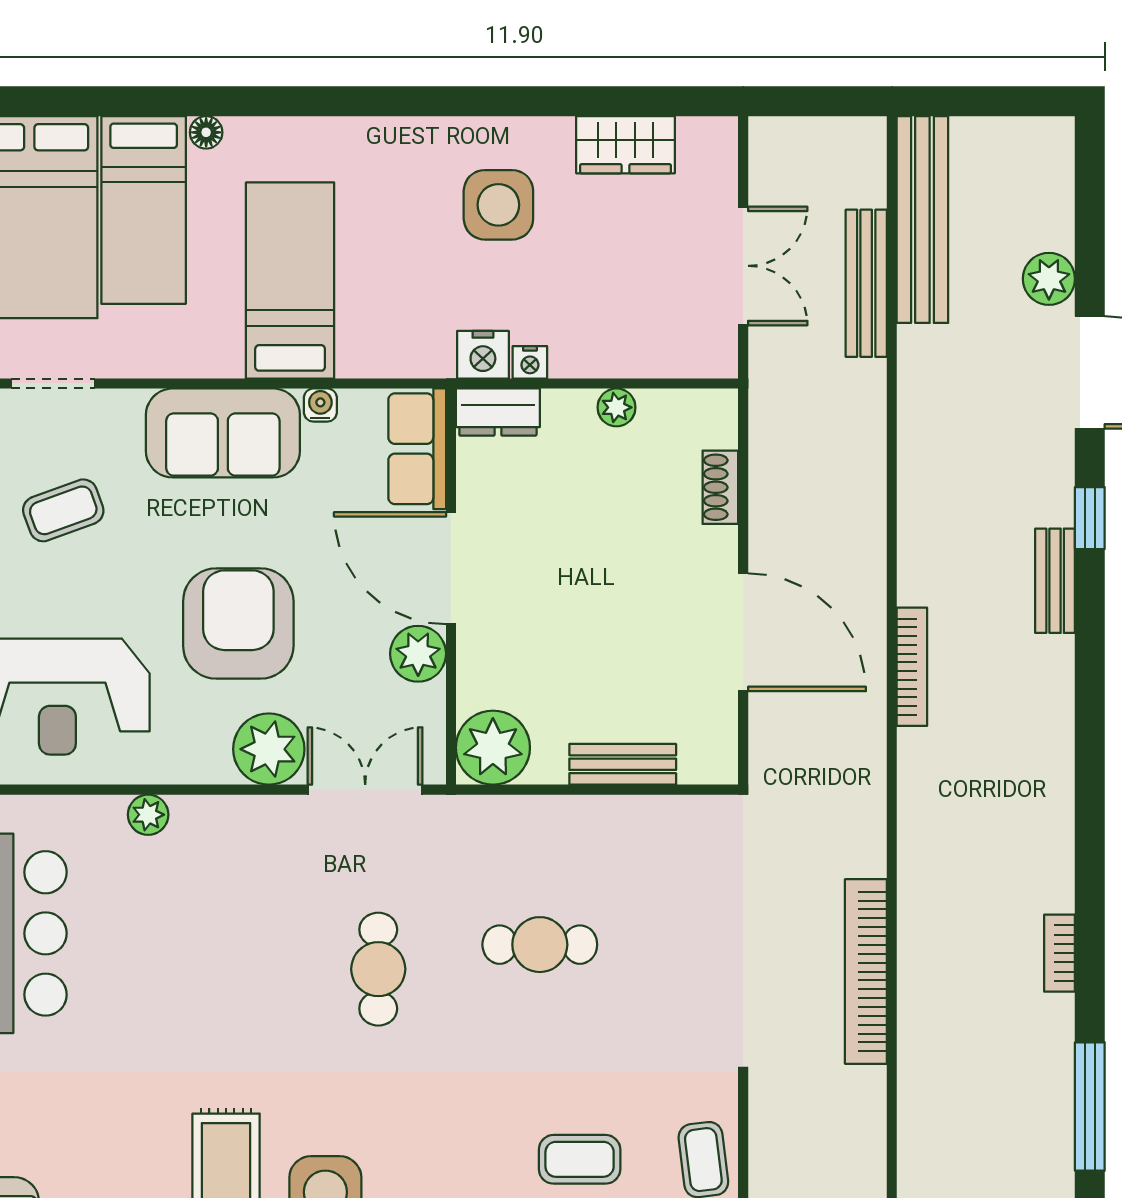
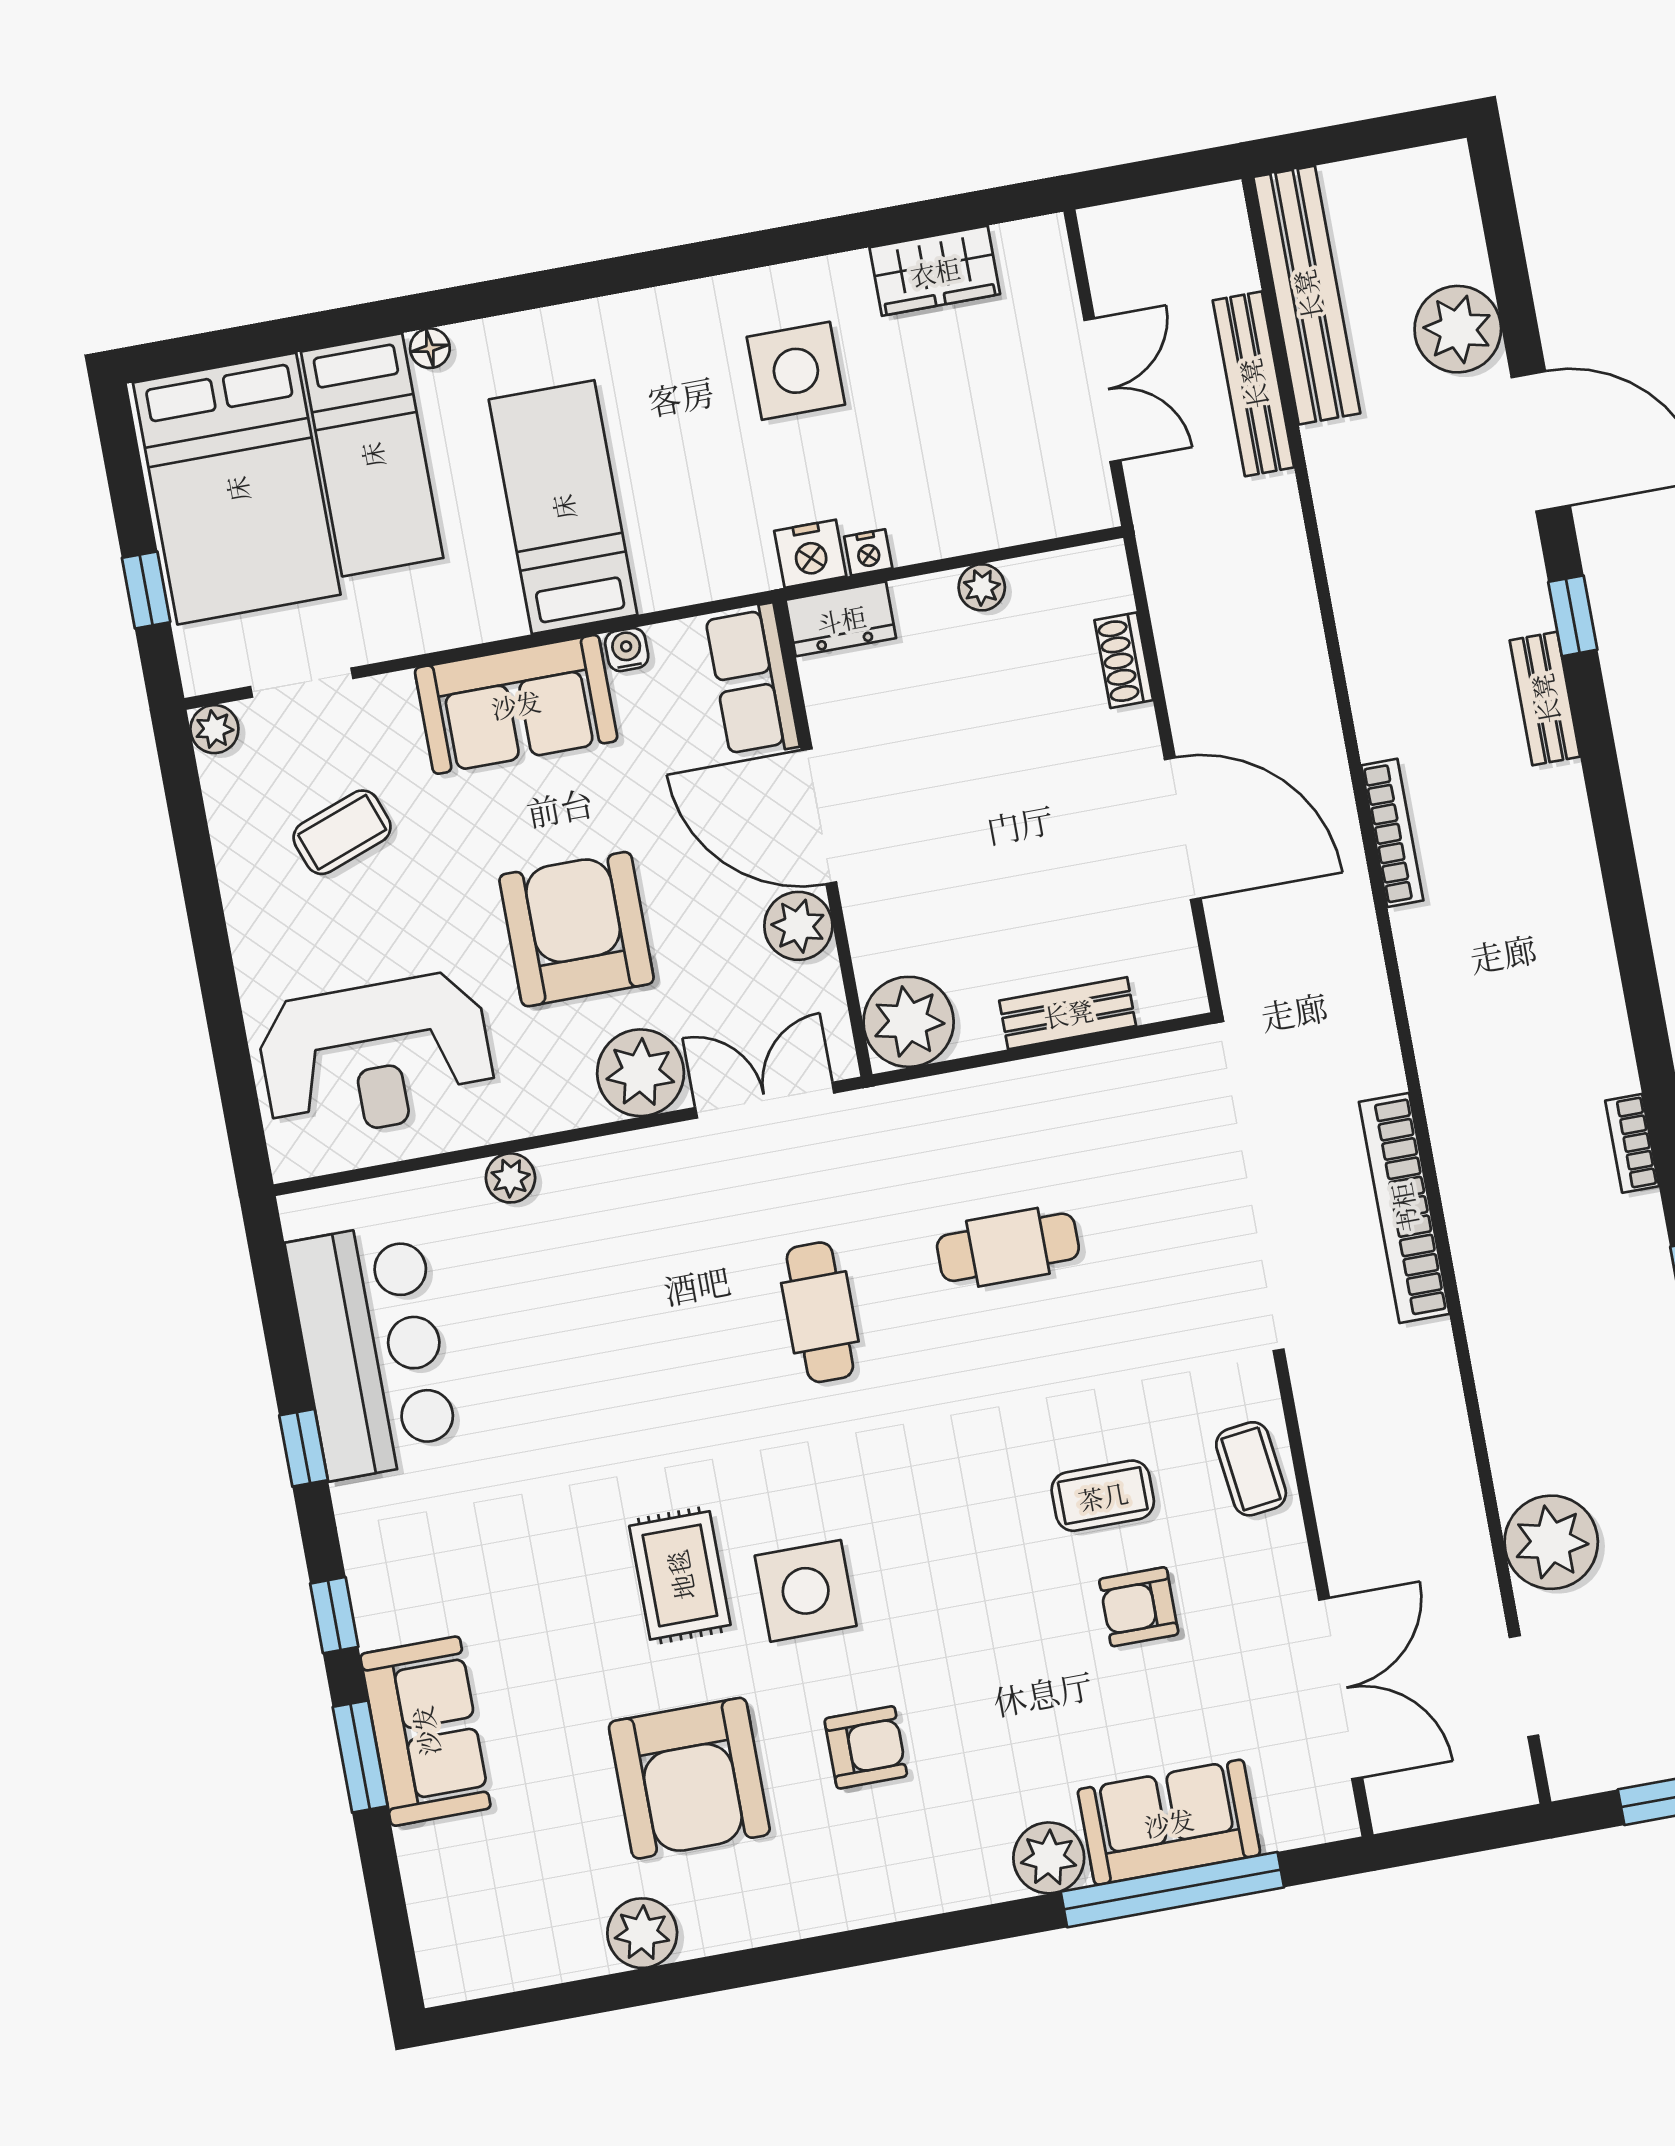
plant: (1049, 279) -> (1458, 329), width x1.36, depth x1.36

